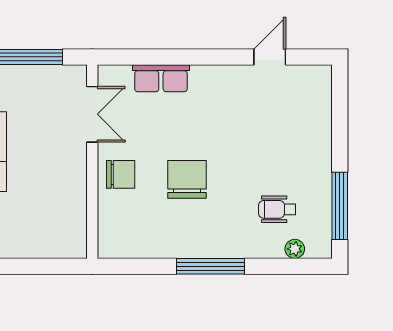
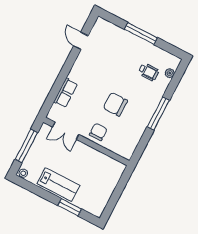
double door: (92, 114) -> (66, 131), swing flipped
window: (340, 206) -> (141, 33), moved
wheelchair: (277, 209) -> (149, 72), turned -90

